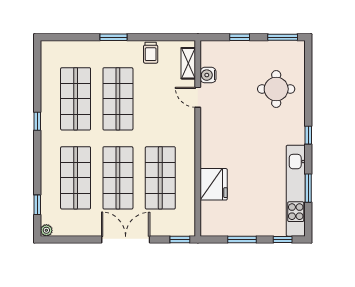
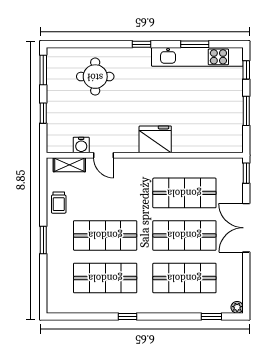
trolley: (151, 53) -> (59, 203), turned 90
door: (198, 97) -> (104, 155), hinge flipped
fridge: (214, 184) -> (155, 139), moved

